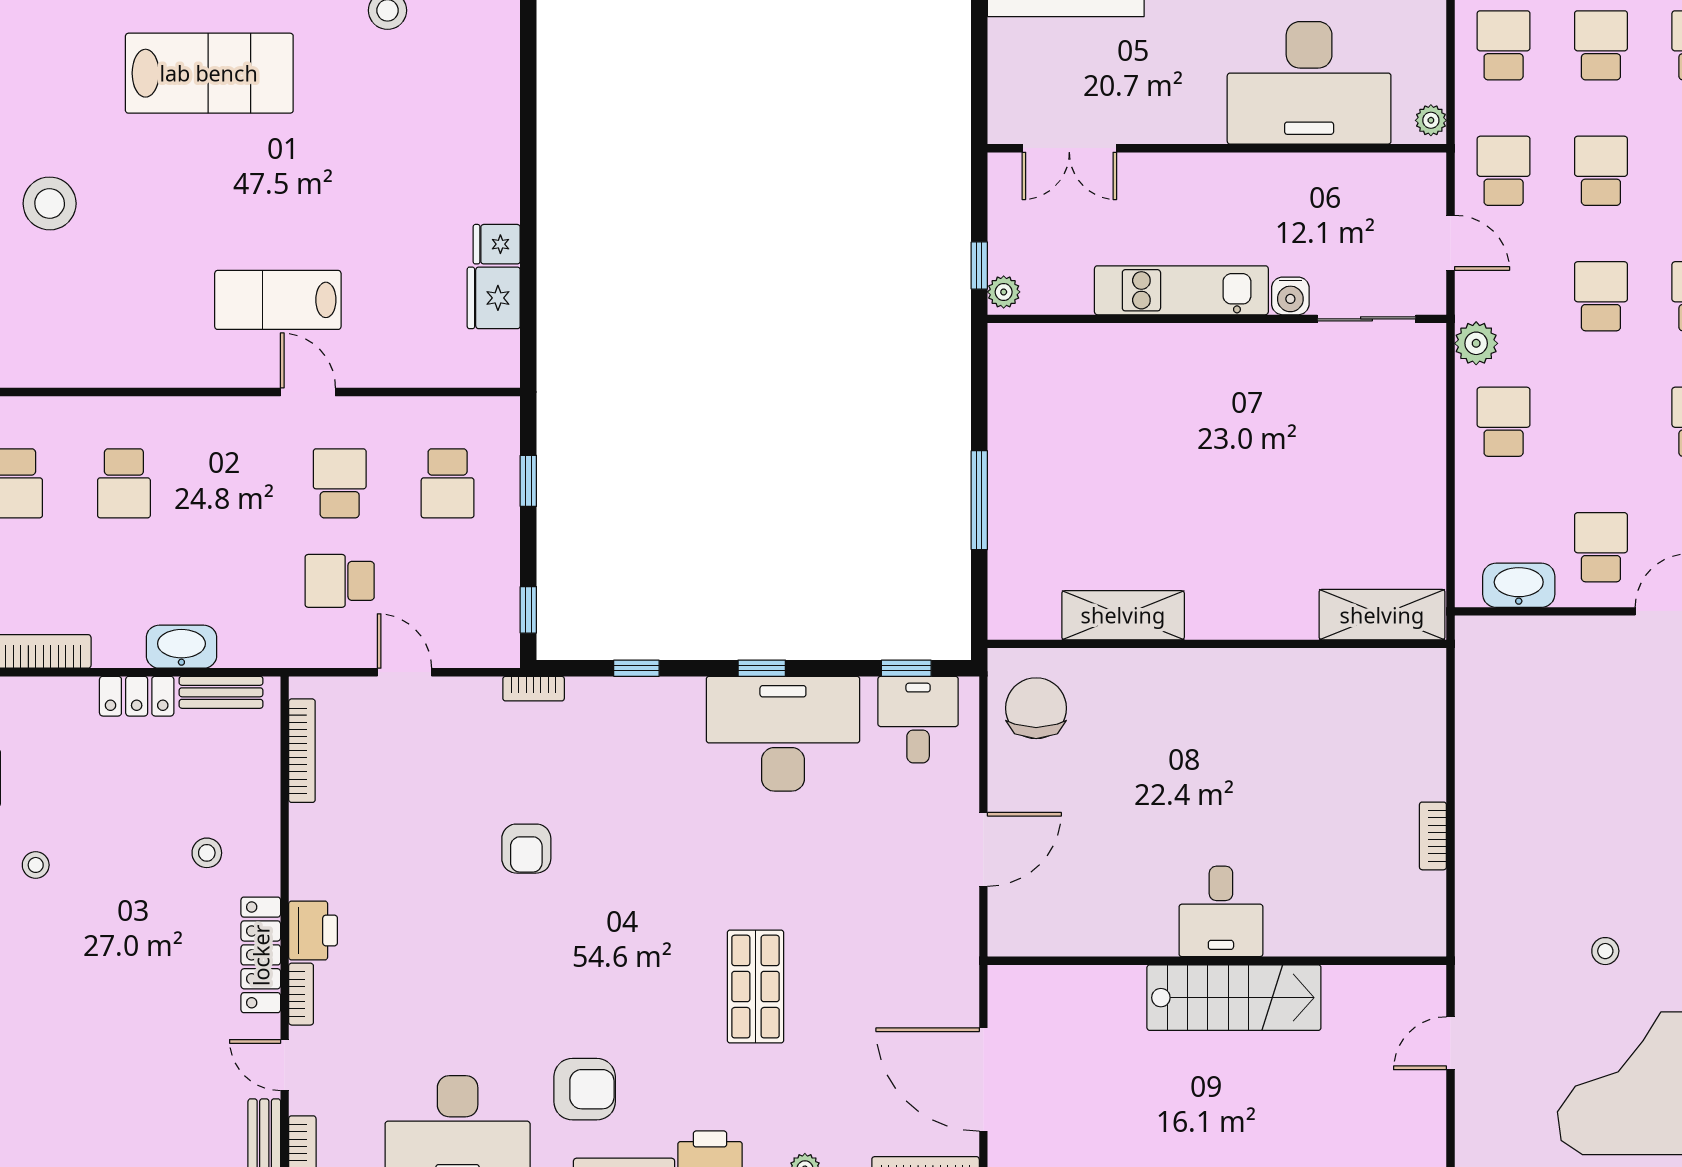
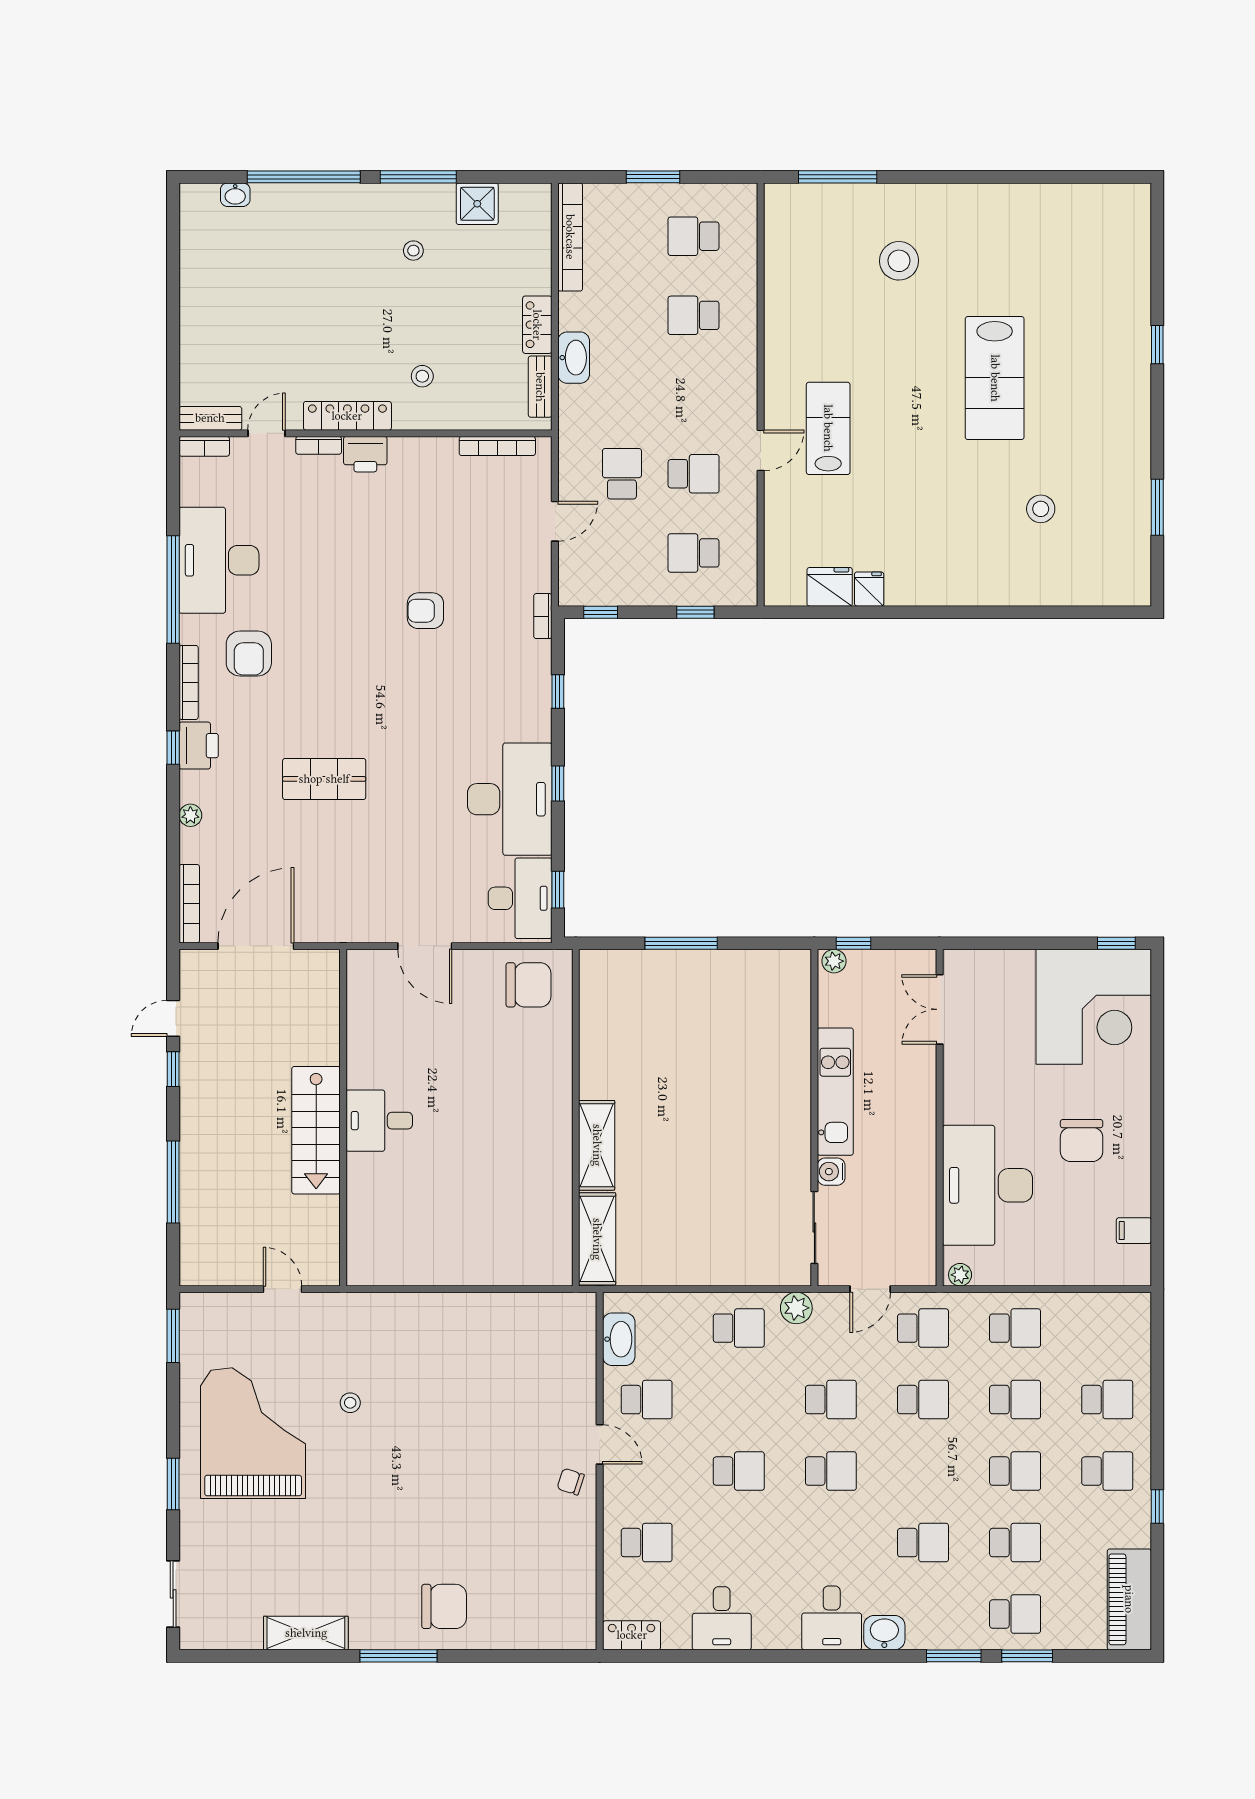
shelving: (1123, 615) -> (597, 1145), moved
desk: (918, 720) -> (520, 898), width x1.37
bookcase: (1433, 836) -> (435, 1276), removed

